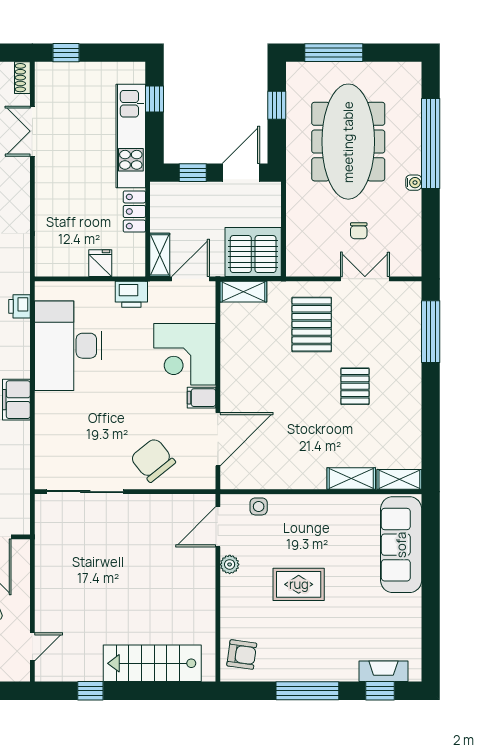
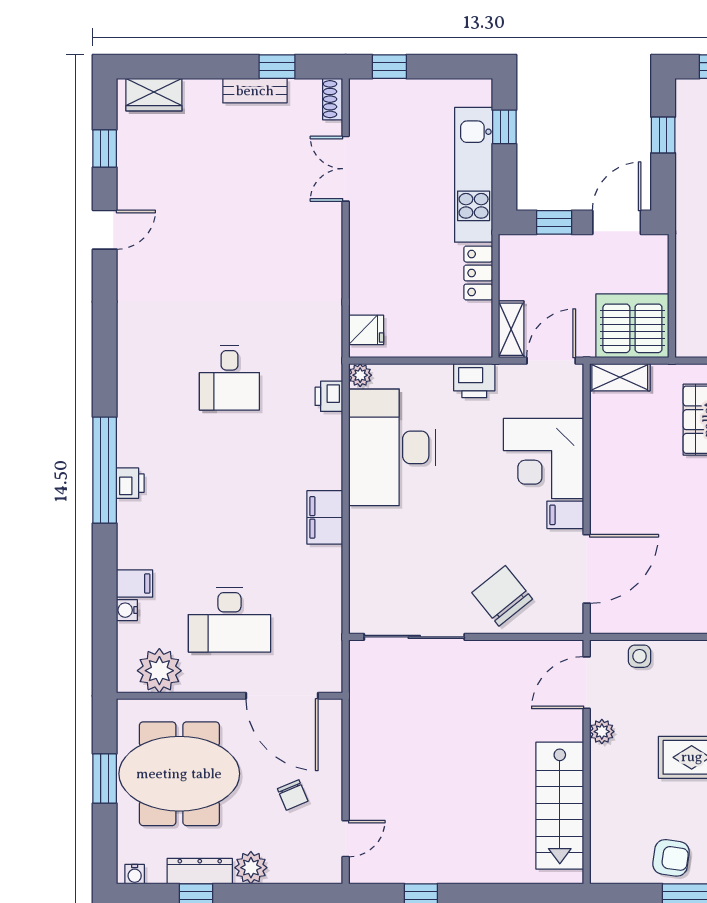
fridge: (100, 263) -> (366, 330), moved, turned 90
plant: (44, 290) -> (360, 375), added
armchair: (242, 654) -> (671, 858), moved
stairs: (152, 663) -> (560, 806), moved, turned -90

